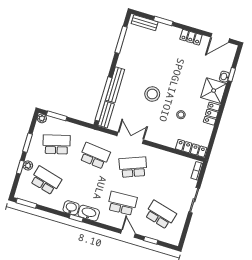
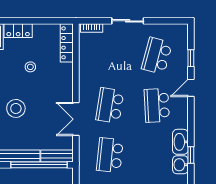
school desk: (133, 167) -> (110, 105), turned 30

